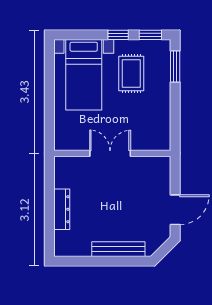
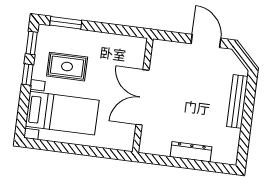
double door: (110, 153) -> (142, 97), width x1.37

